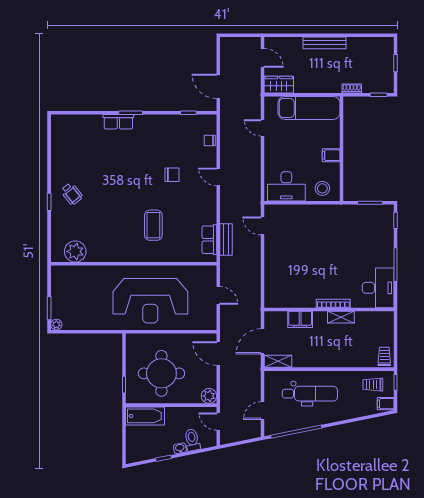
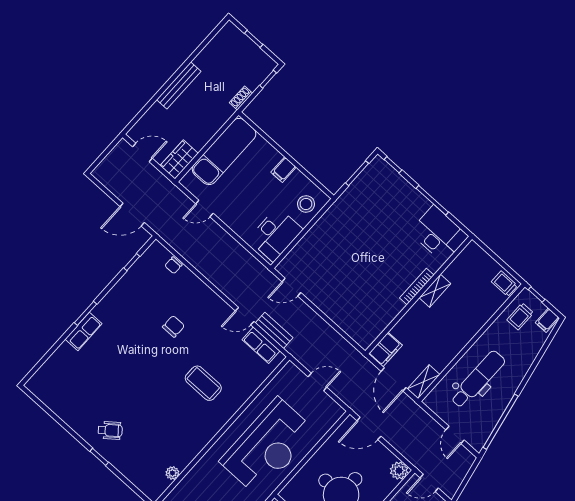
door: (218, 177) -> (245, 316), moved
plant: (75, 251) -> (172, 473), width x0.53, depth x0.53
filing cabinet: (300, 319) -> (385, 349), moved

